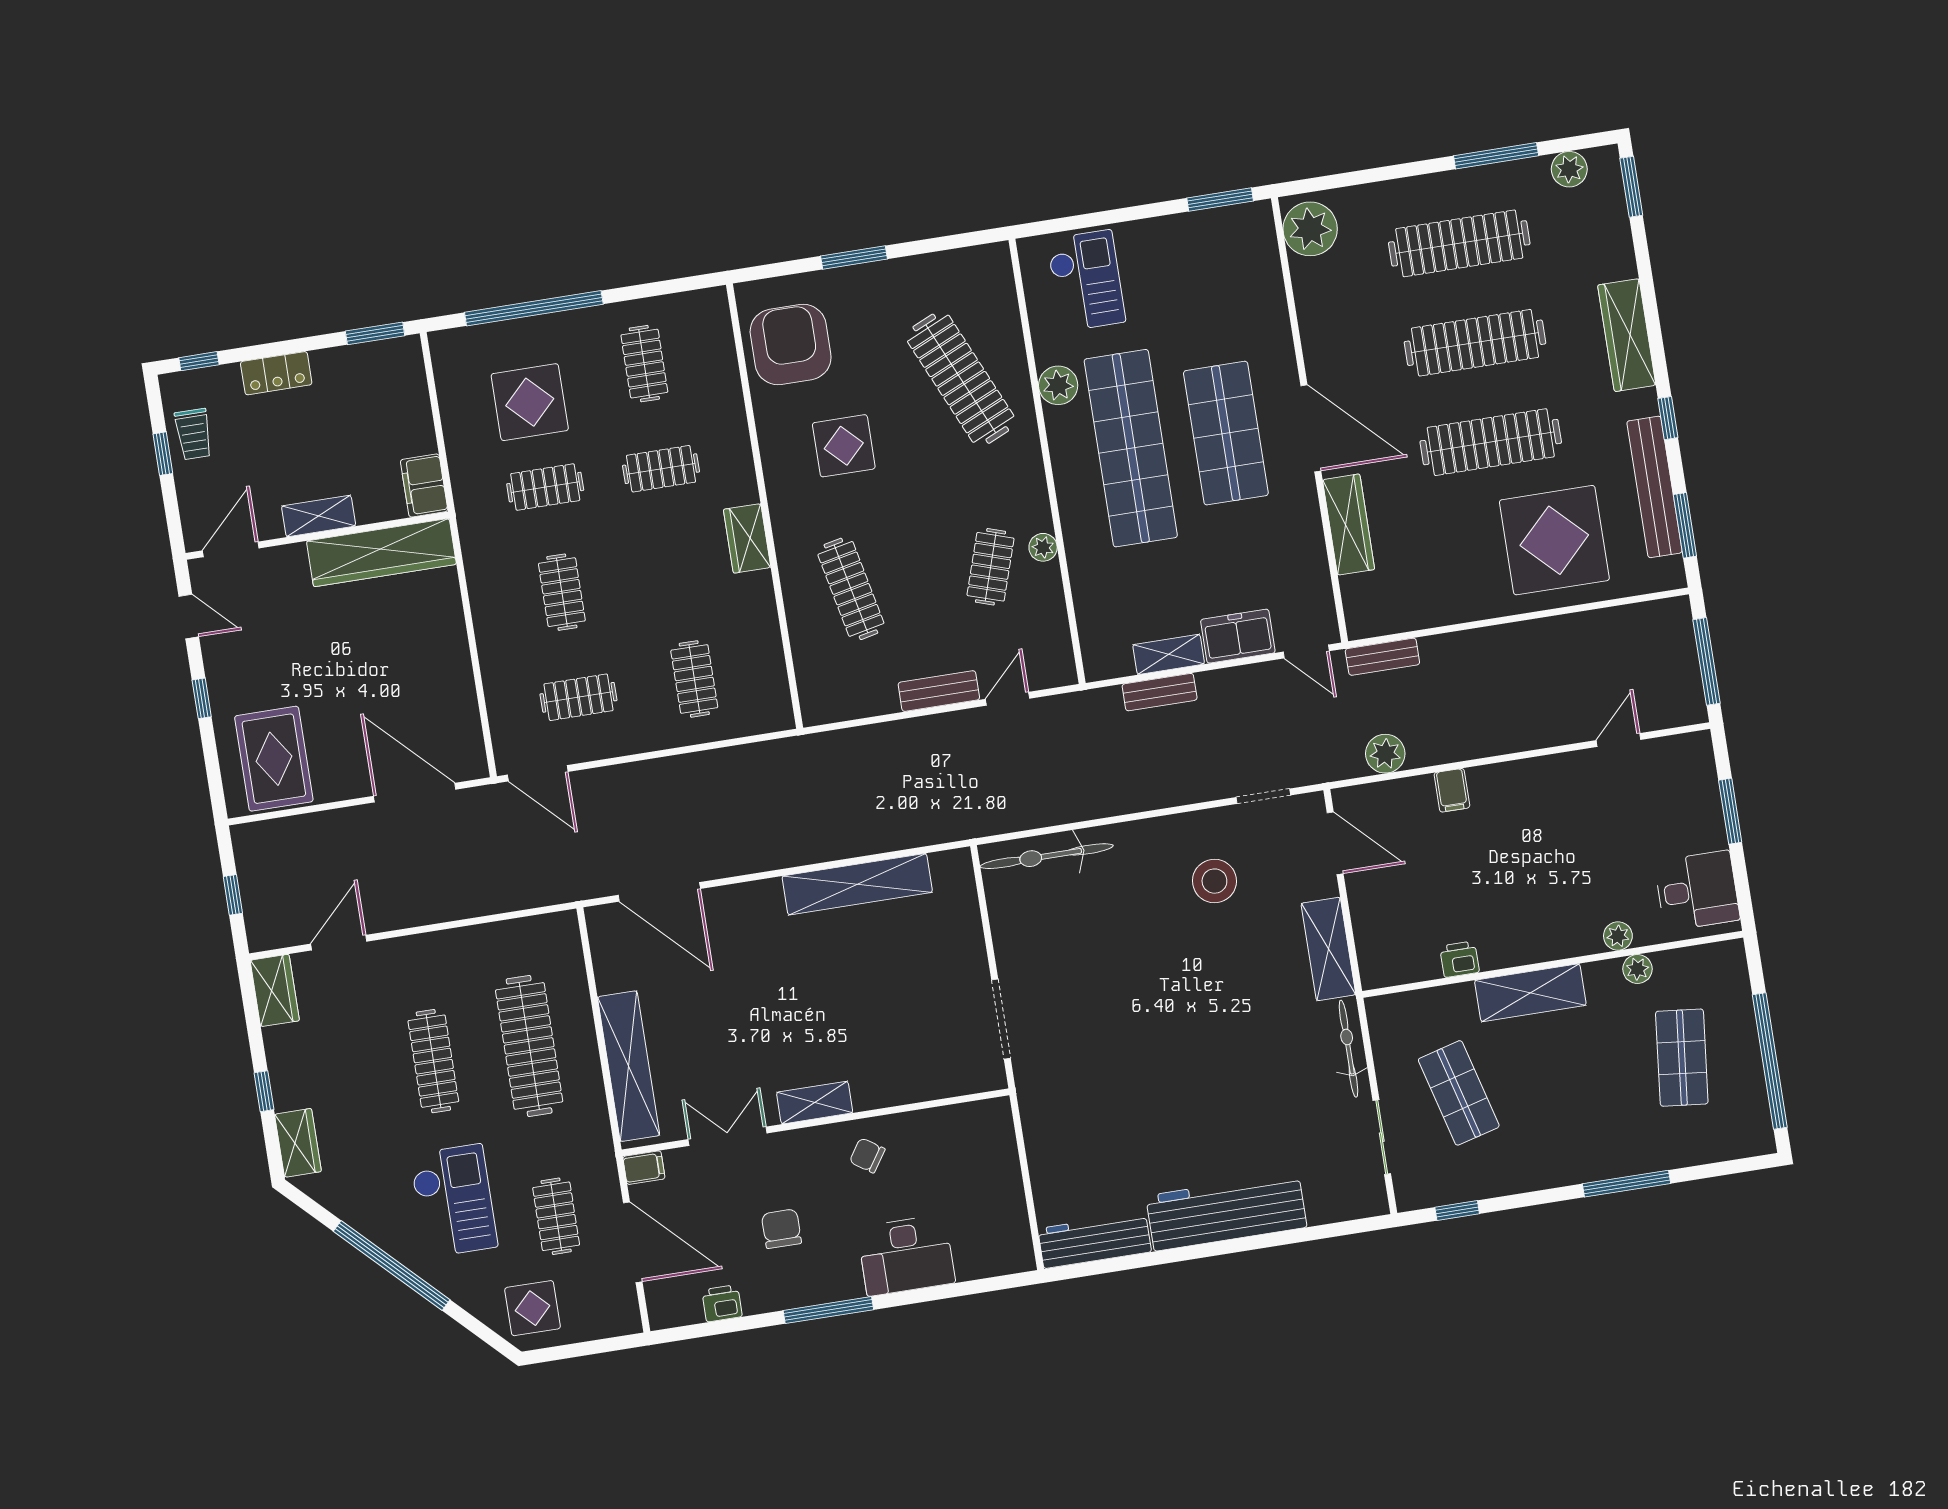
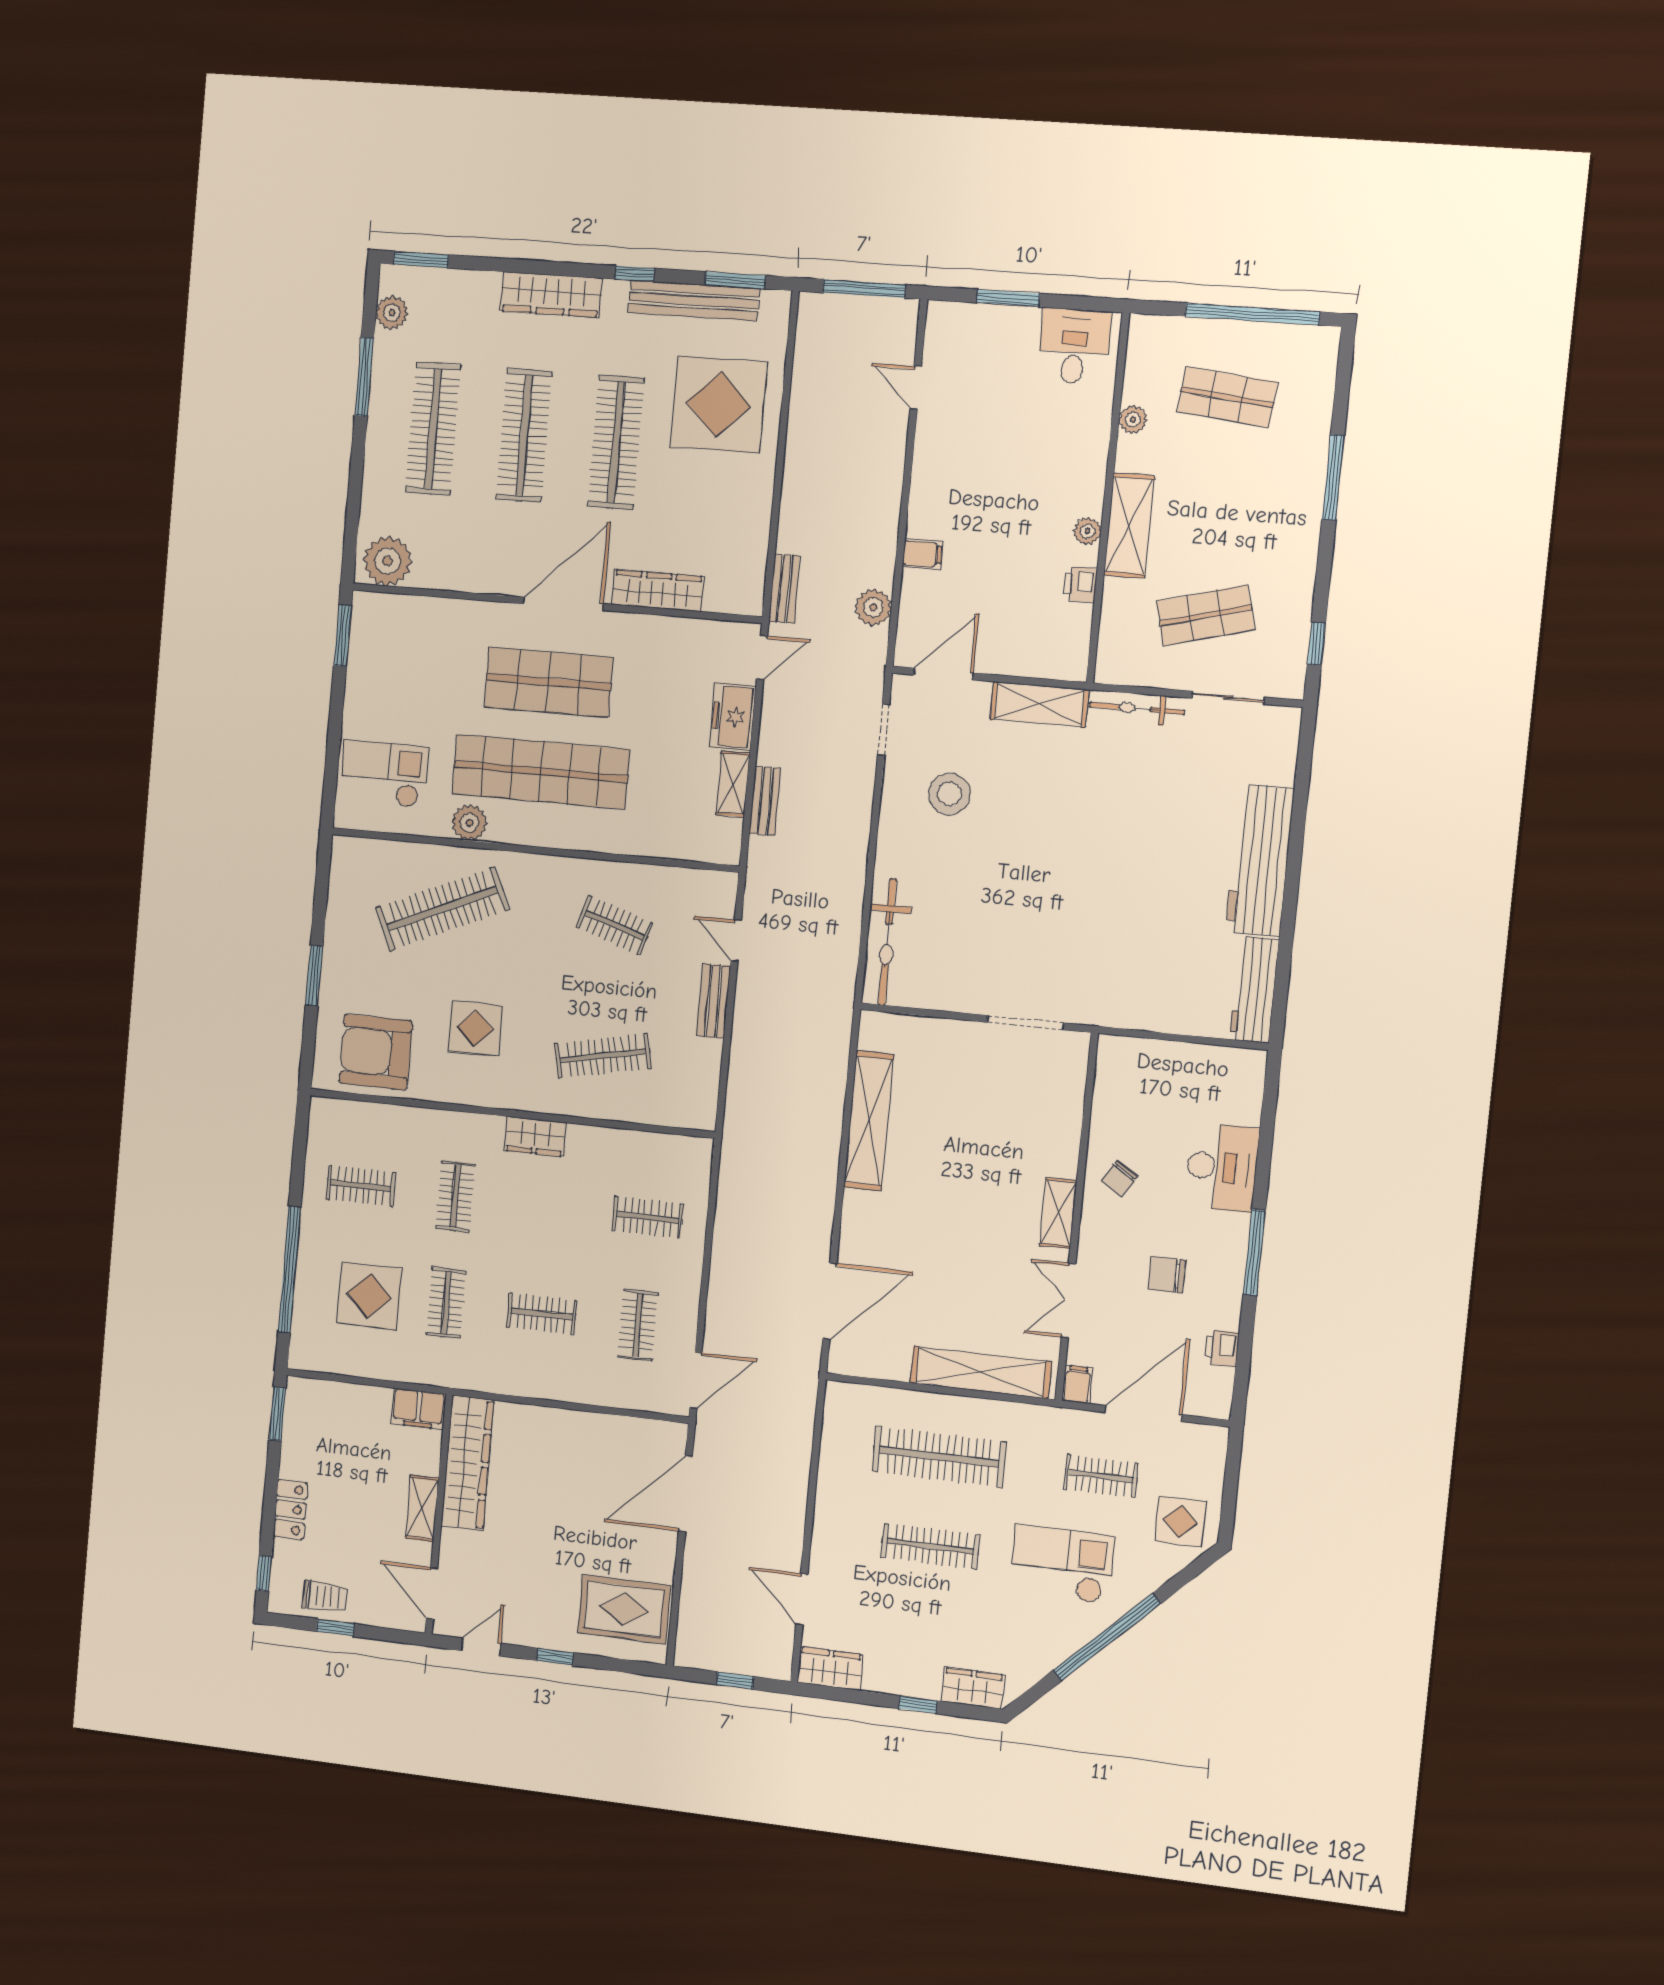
plant: (1043, 547) -> (609, 873), removed
plant: (1618, 936) -> (1087, 531), moved

